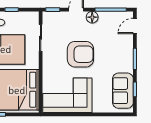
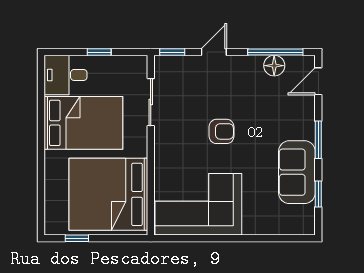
floor lamp: (92, 17) -> (274, 66), moved
armchair: (80, 54) -> (222, 131), width x0.53, depth x0.53
sofa: (123, 91) -> (297, 172), moved

